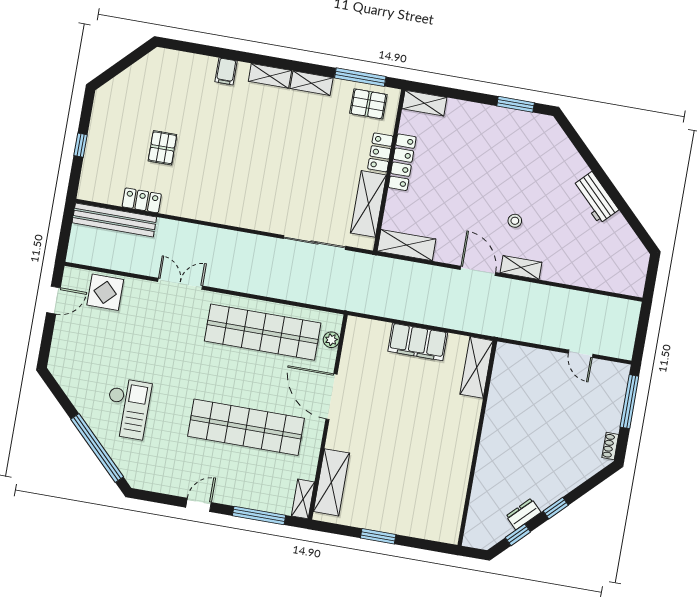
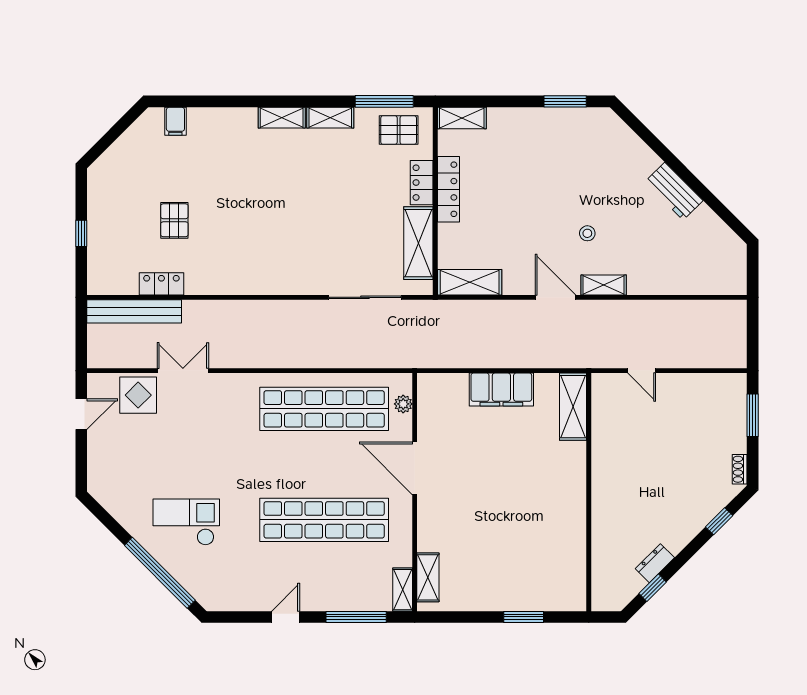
filing cabinet: (226, 71) -> (175, 121), moved
double door: (180, 284) -> (183, 371), moved
door: (581, 354) -> (642, 371), moved
window: (629, 402) -> (753, 415), width x0.69
checkout: (127, 409) -> (186, 522), turned -90
shelving: (332, 482) -> (428, 577), width x0.67, depth x0.75
window: (556, 508) -> (719, 521), moved
window: (378, 536) -> (524, 617), moved

